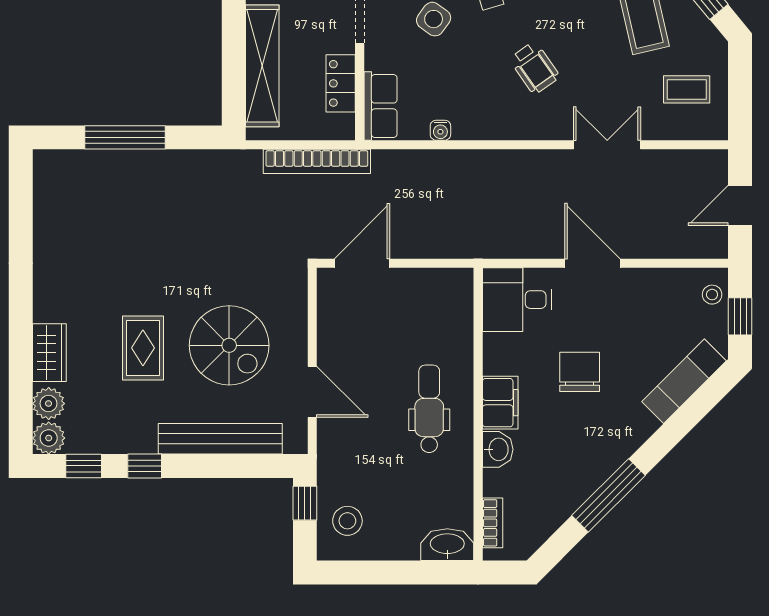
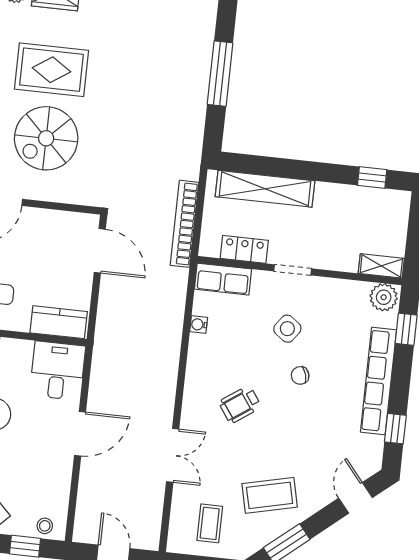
kitchen counter: (456, 305) -> (59, 322), added
rug: (143, 348) -> (51, 70), width x1.36, depth x1.43

